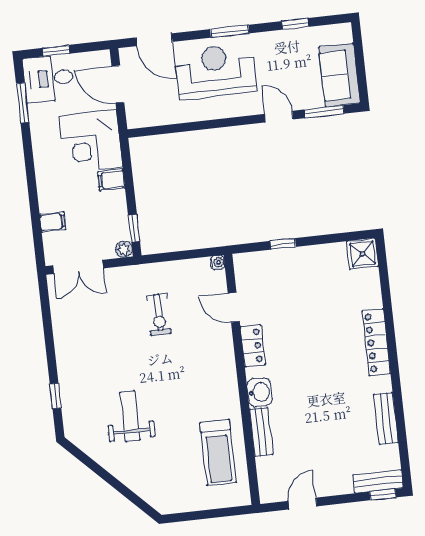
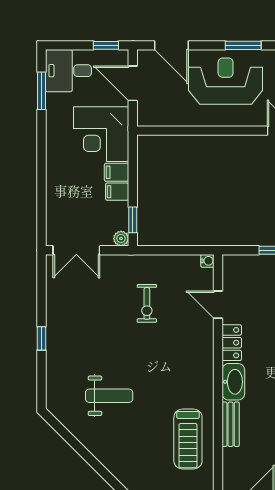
window: (56, 51) -> (106, 45), moved
filing cabinet: (53, 222) -> (117, 192), moved, turned 180
washbasin: (260, 392) -> (233, 382), width x1.38
window: (55, 396) -> (41, 338), moved
weight bench: (130, 416) -> (109, 396), turned 90

